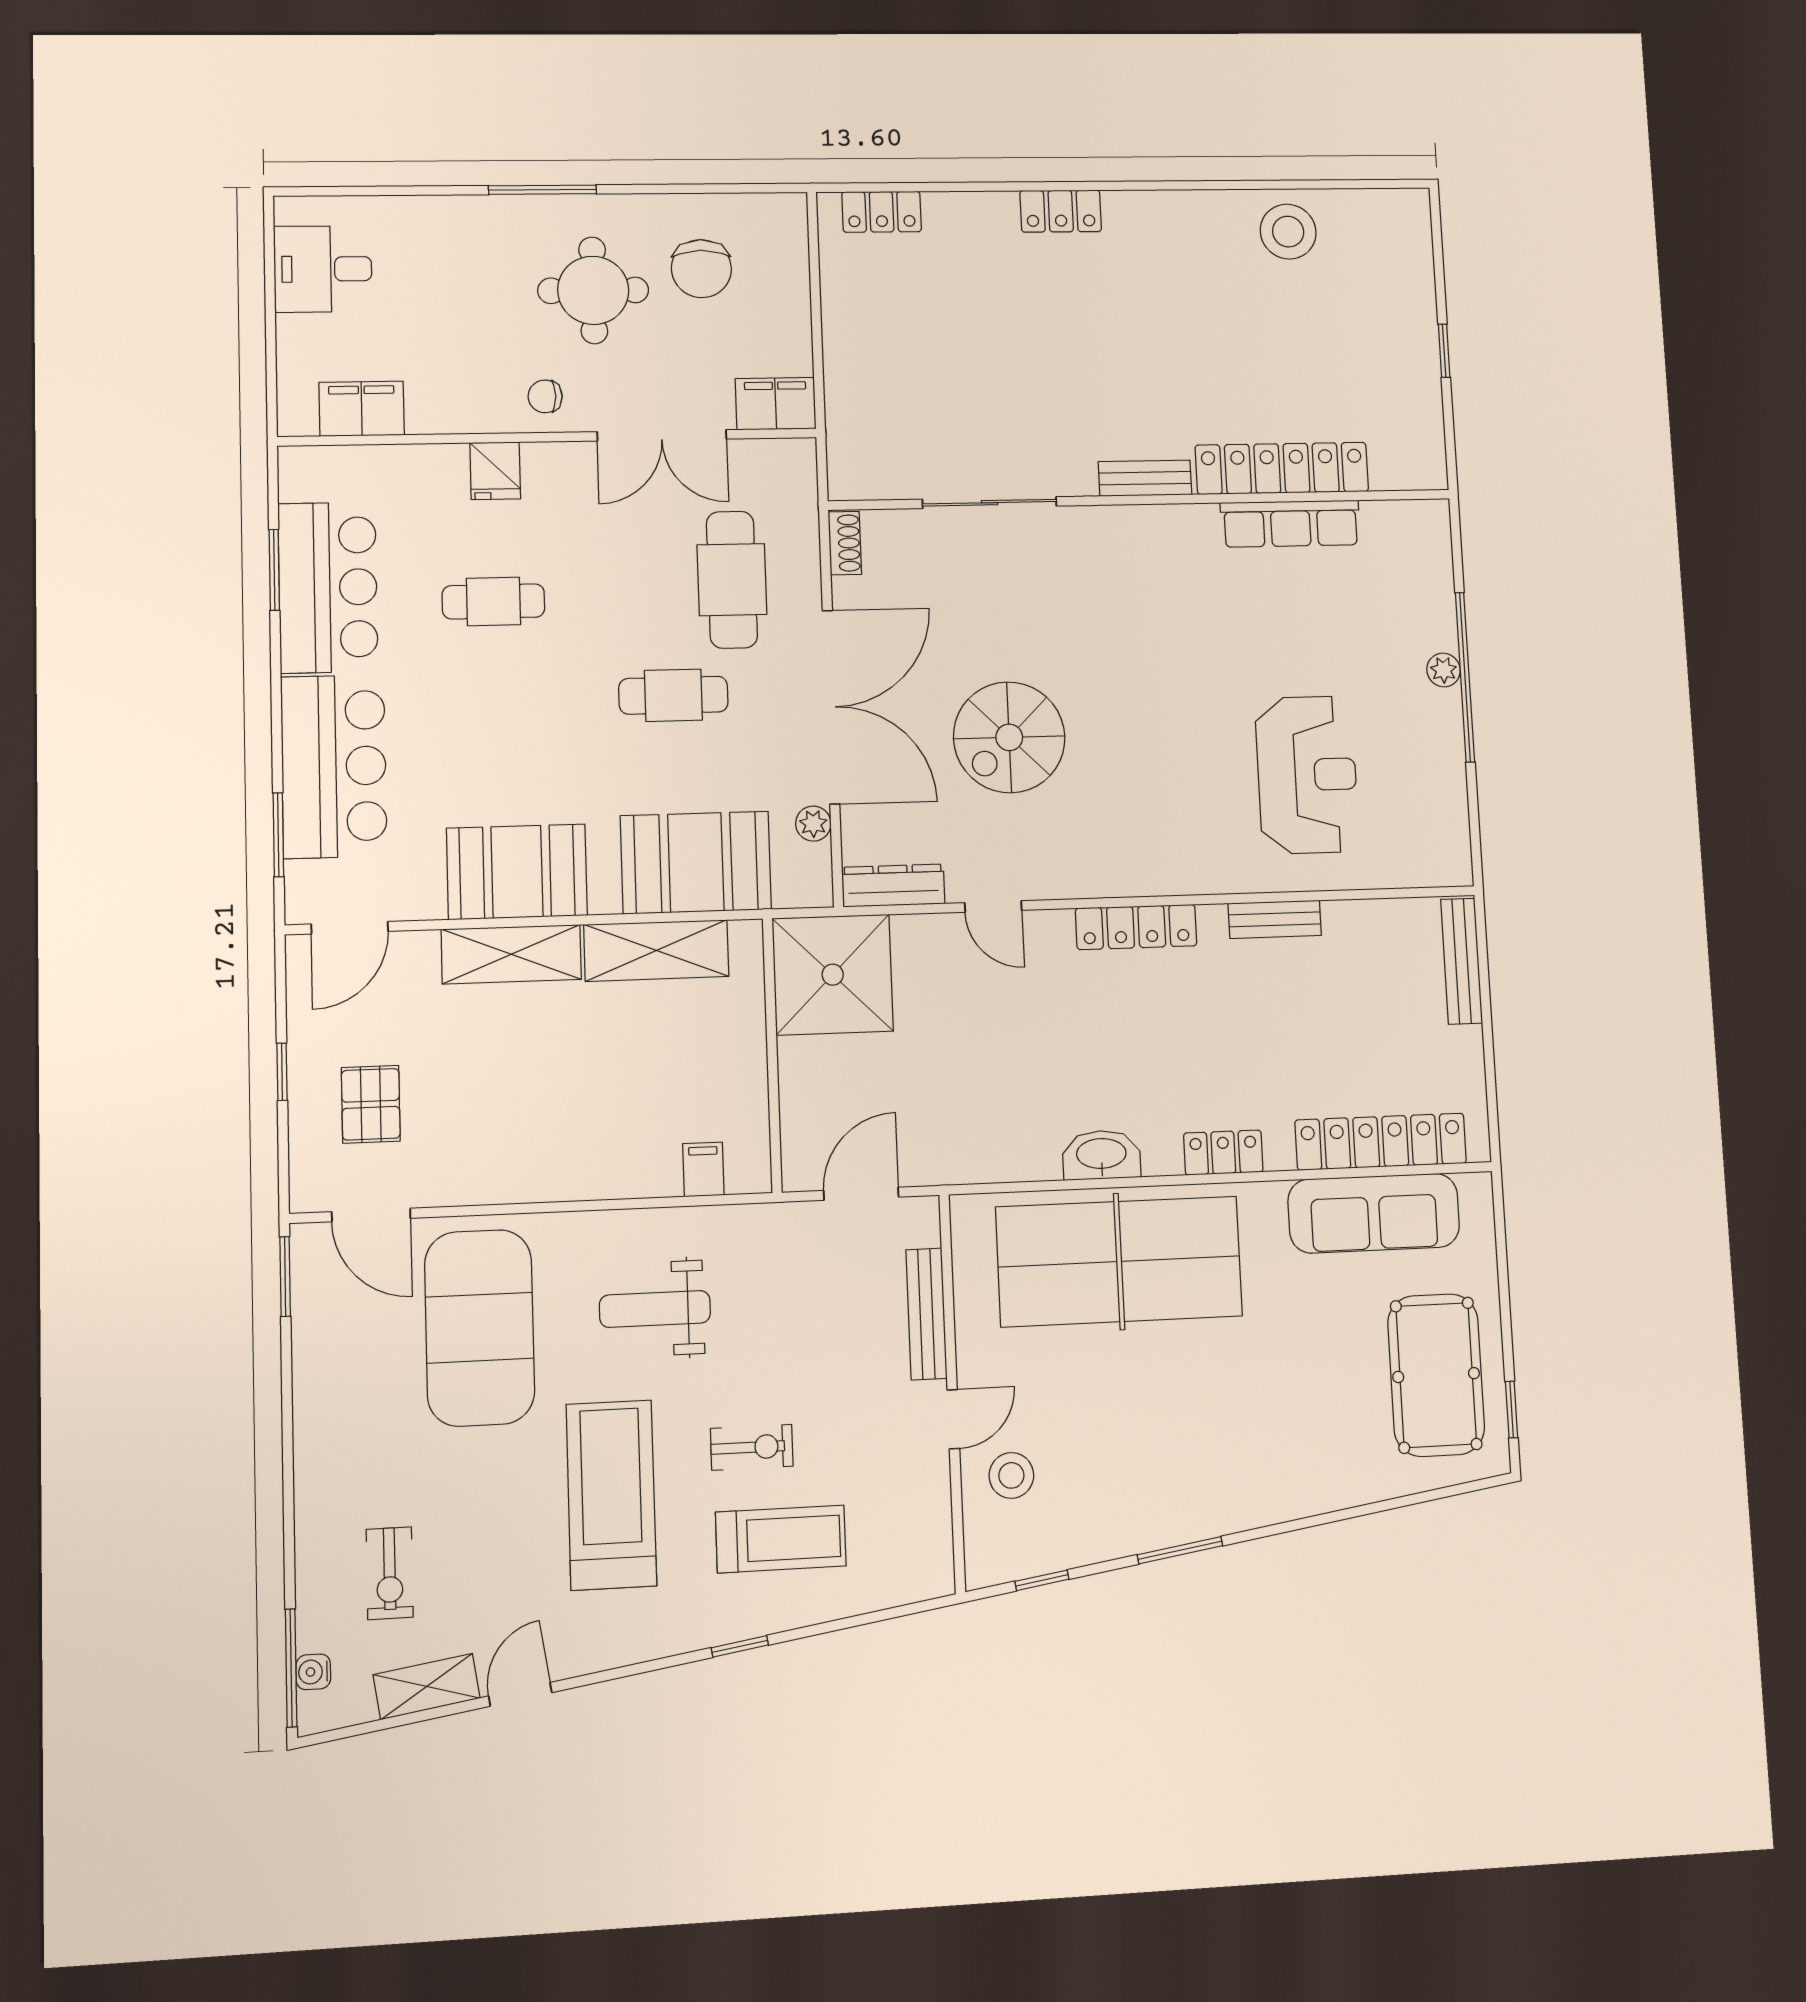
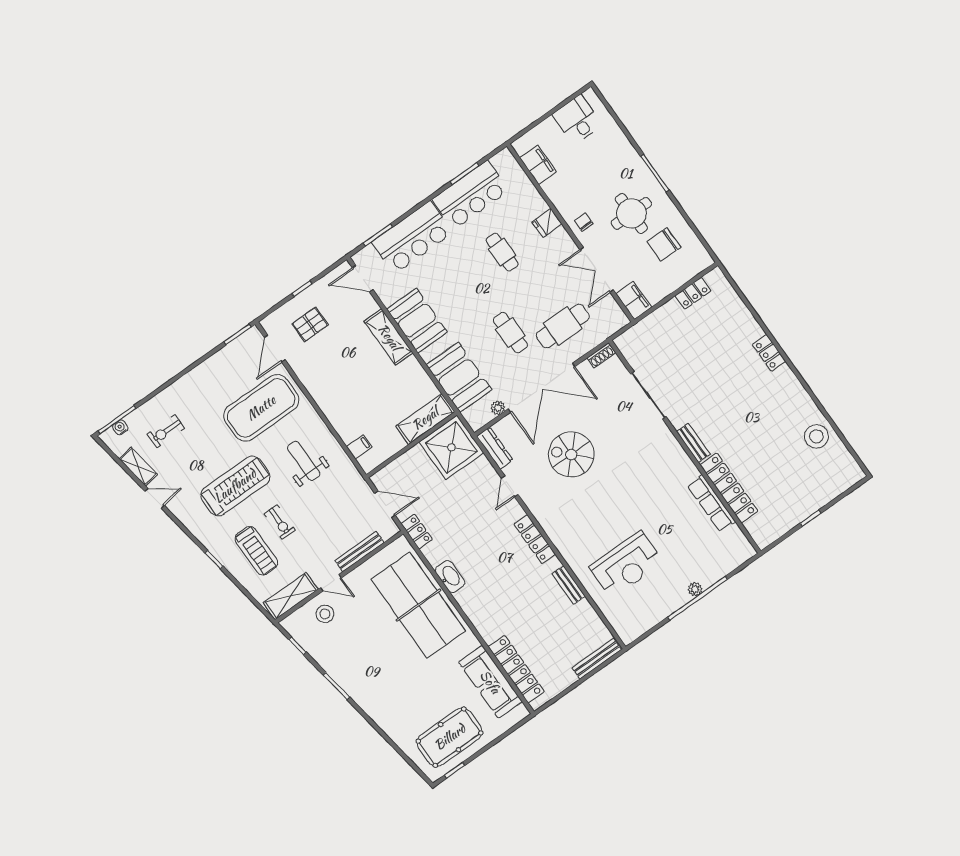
locker: (882, 212) -> (693, 293), moved, turned -90
shelving: (656, 951) -> (425, 419), moved, turned 90
locker: (1223, 1153) -> (417, 532), moved
shelving: (926, 1526) -> (291, 596), added

